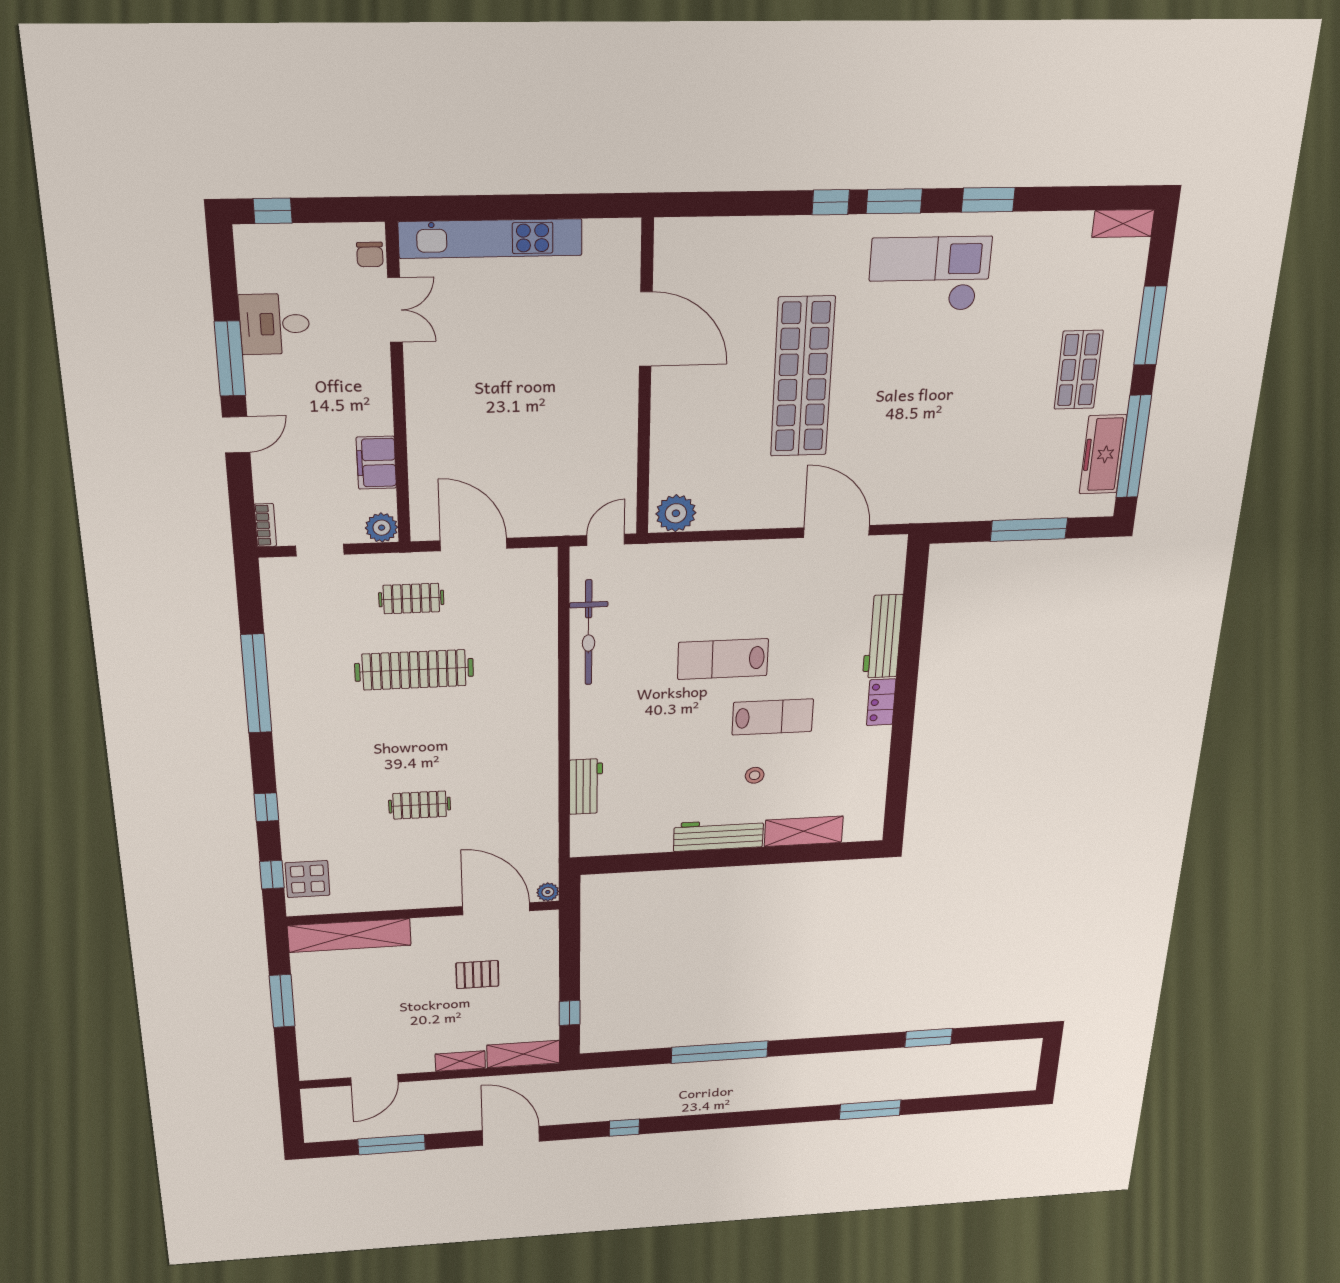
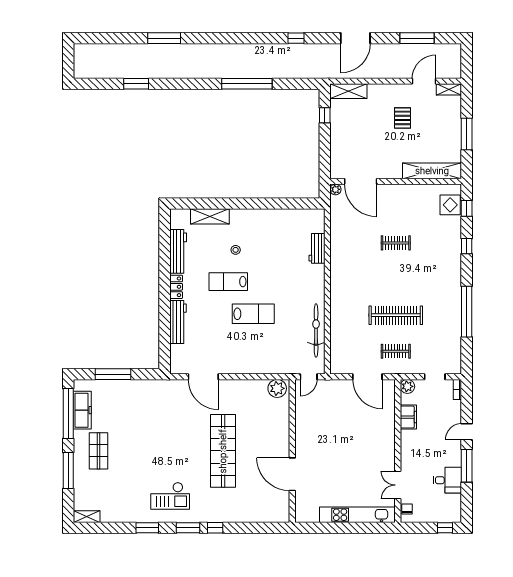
checkout: (929, 274) -> (170, 496), width x0.73, depth x0.83
workbench: (718, 835) -> (178, 251), moved, turned -90
pallet: (477, 975) -> (403, 118), moved, turned 90
shelving: (460, 1061) -> (449, 89), moved
door: (511, 1136) -> (355, 38), hinge flipped

